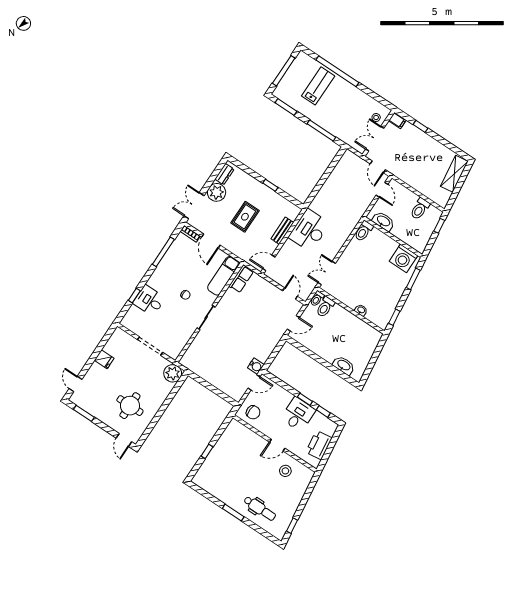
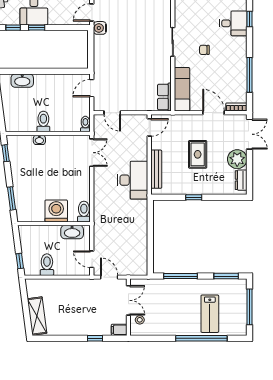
bench: (282, 231) -> (156, 169), width x1.36
washing machine: (404, 258) -> (56, 211), moved
toilet: (325, 307) -> (43, 122), moved

